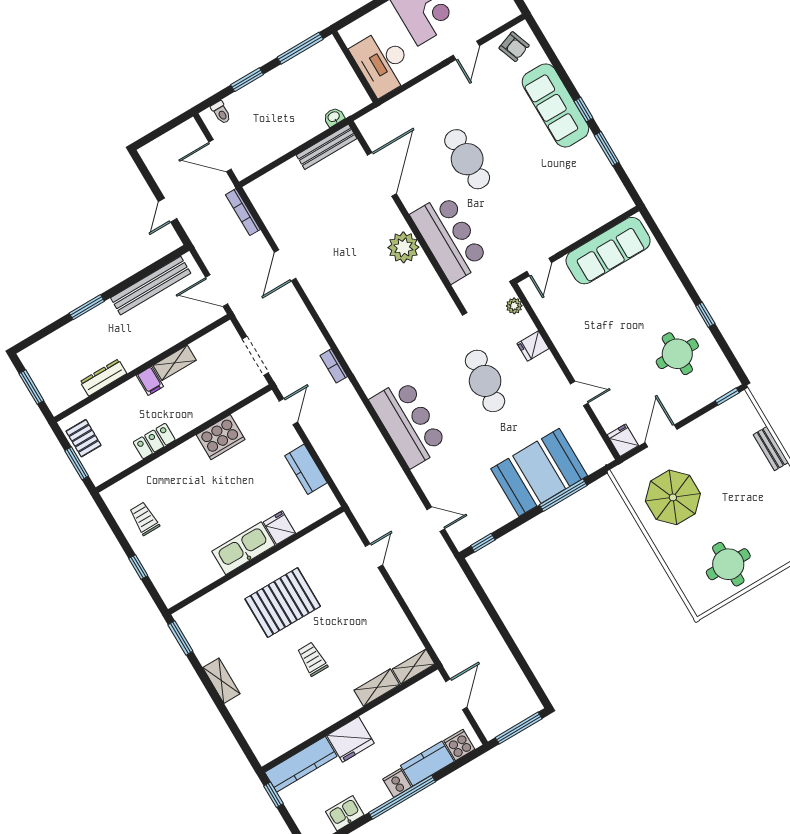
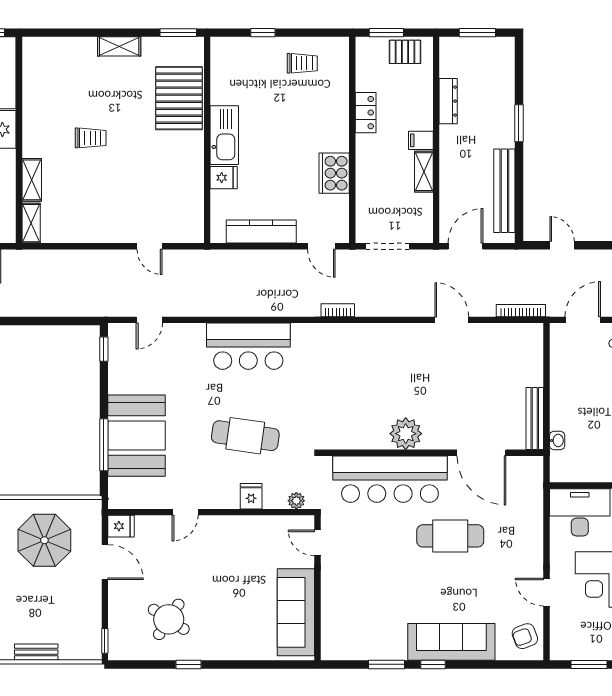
bar counter: (450, 238) -> (390, 479), width x1.36
round table: (677, 354) -> (169, 619), turned 33
kitchen counter: (306, 469) -> (261, 232), width x1.50
pallet: (283, 603) -> (179, 98), moved

